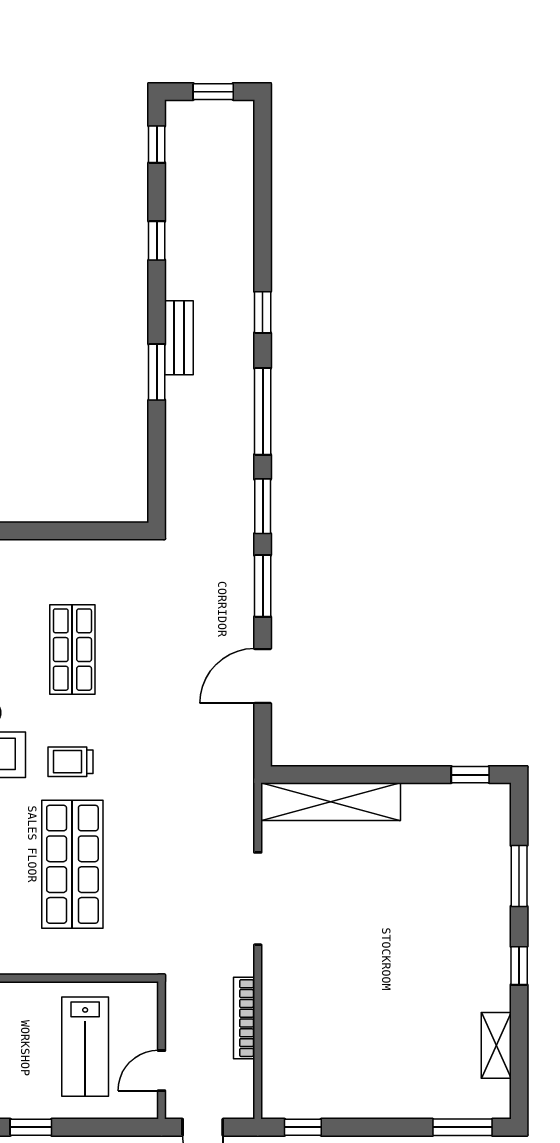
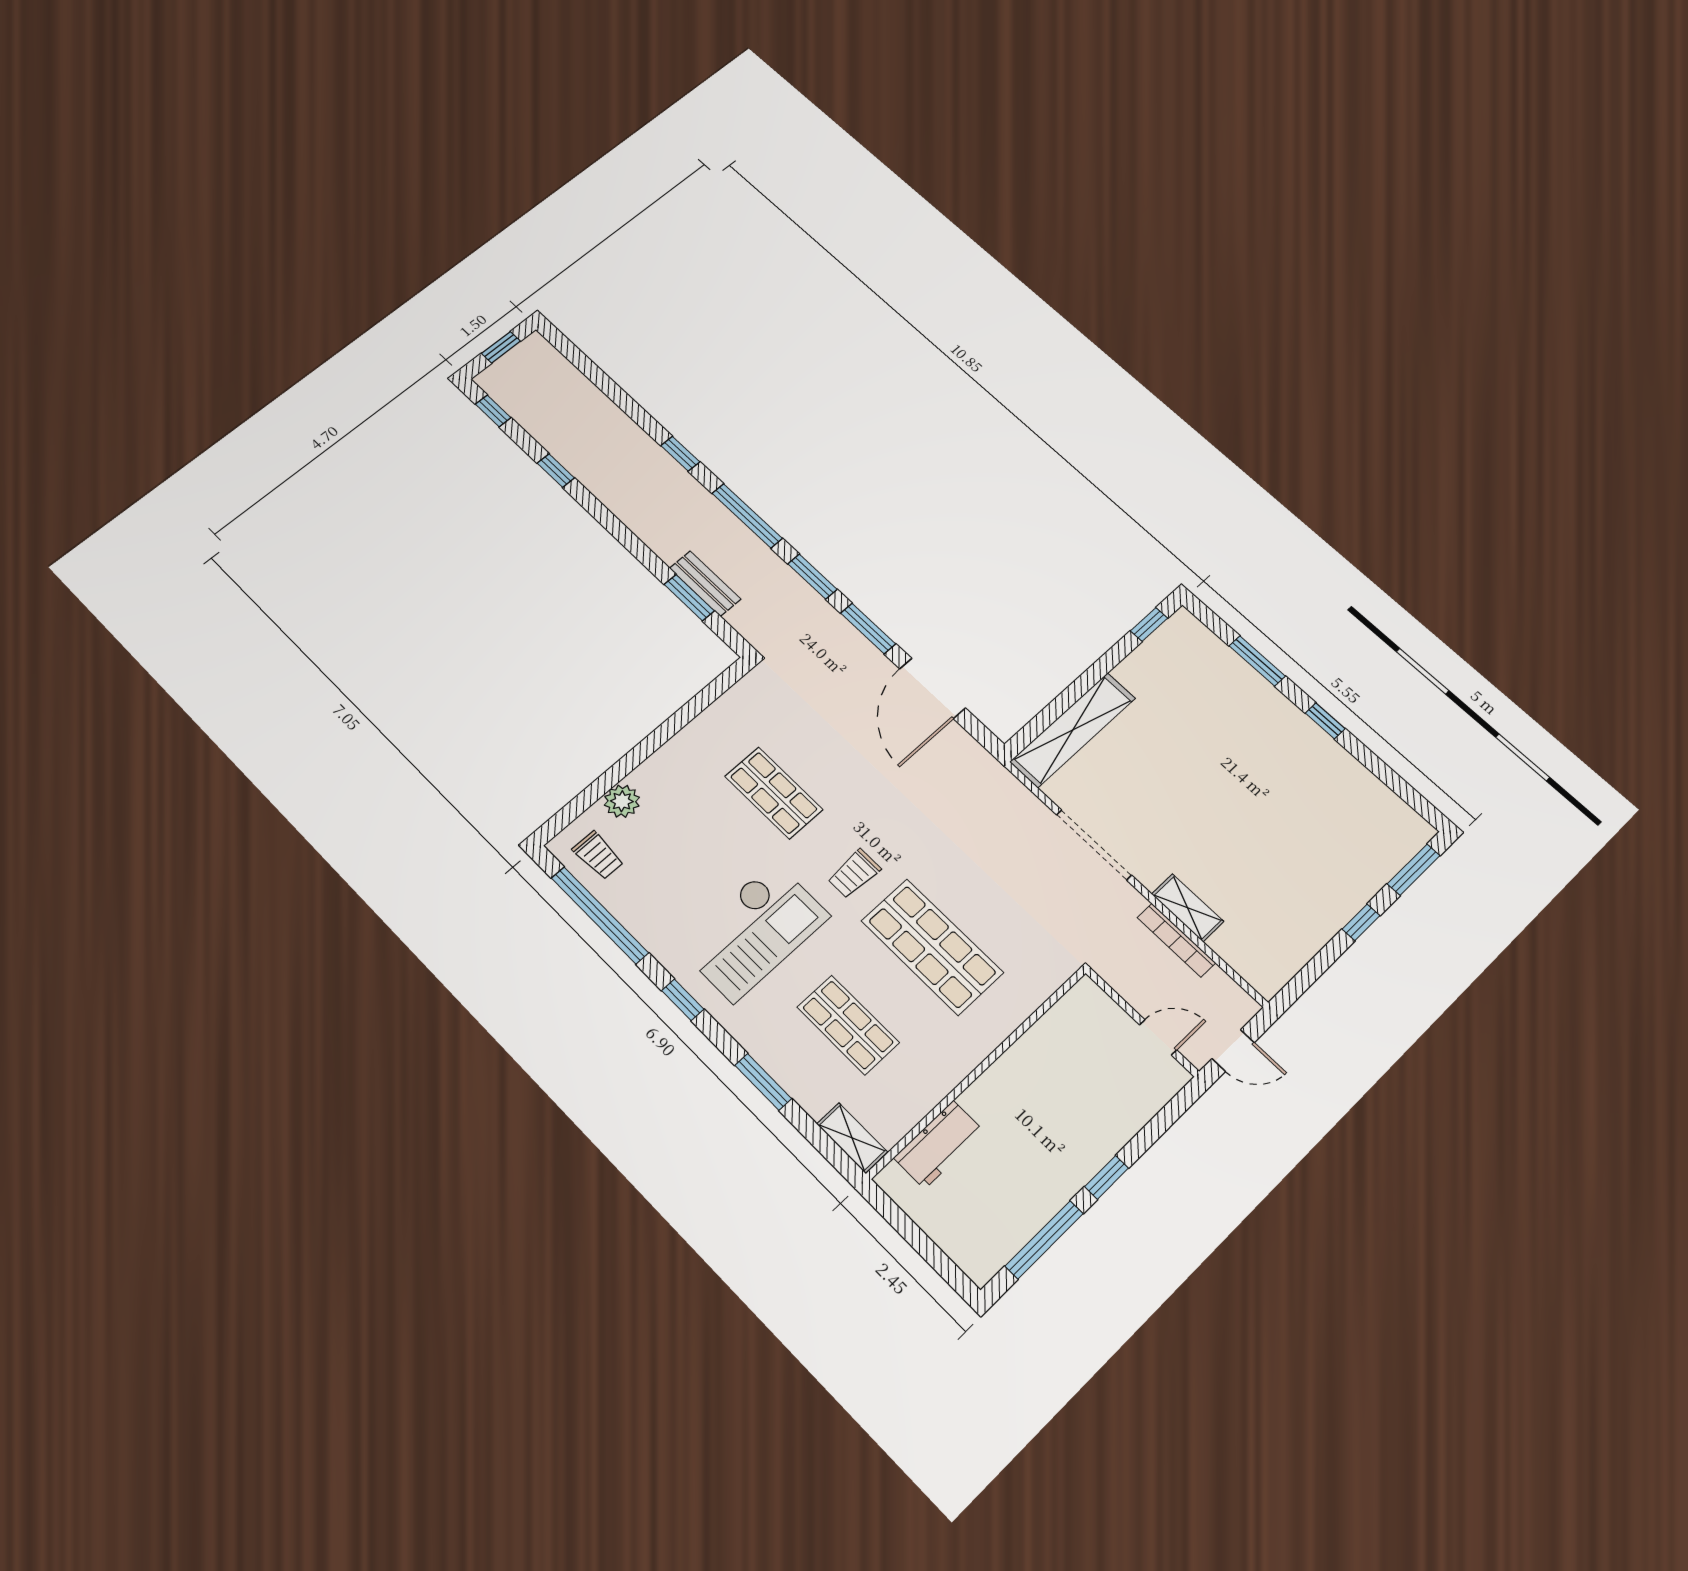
bench: (179, 338) -> (705, 584), moved
window: (157, 372) -> (689, 598), moved
door: (263, 676) -> (933, 688), width x1.36
shelving: (496, 1045) -> (1188, 908), moved
lab bench: (85, 1047) -> (1083, 1074), removed
door: (162, 1071) -> (1158, 1037), swing flipped
window: (303, 1127) -> (1361, 922), moved

